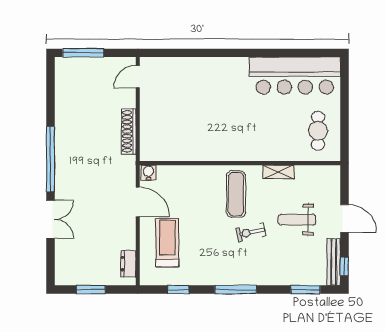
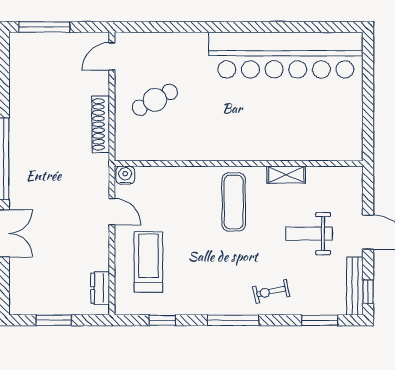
bar counter: (295, 76) -> (286, 55), width x1.36
cafe table: (318, 131) -> (155, 100), moved, turned 62
door: (138, 202) -> (112, 212), width x0.73
exercise bike: (251, 232) -> (271, 291), moved

